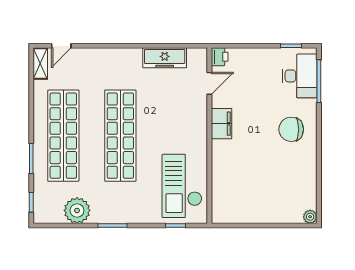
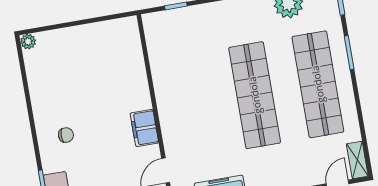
chair: (291, 129) -> (66, 135), width x0.54, depth x0.54
checkout: (182, 186) -> (176, 51), removed

